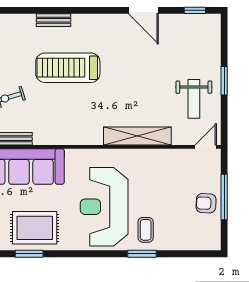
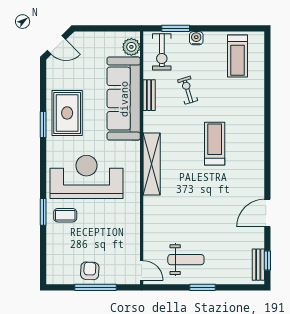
bench: (53, 20) -> (258, 265), moved
treadmill: (68, 68) -> (215, 144), width x0.73, depth x0.73
weight bench: (194, 99) -> (186, 260), turned 180
shelving: (137, 136) -> (152, 164), moved
window: (29, 254) -> (43, 124), moved

